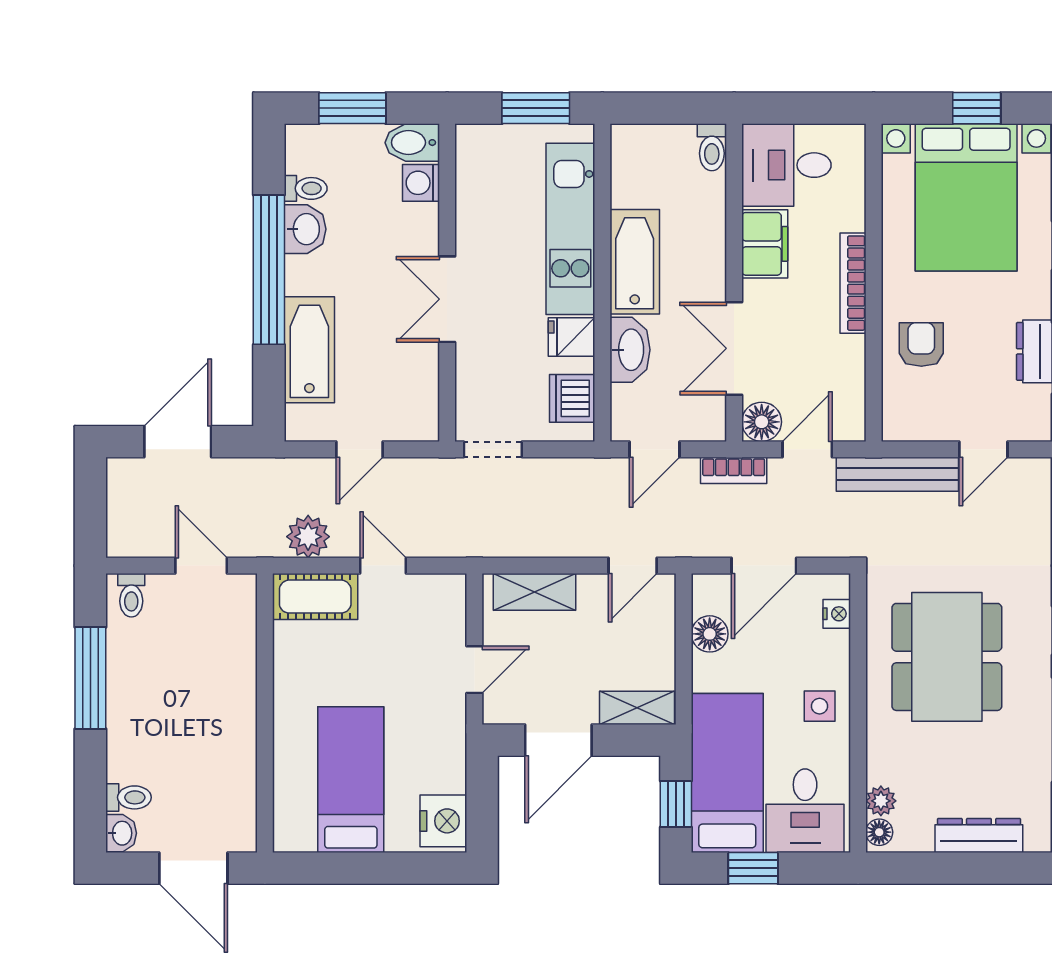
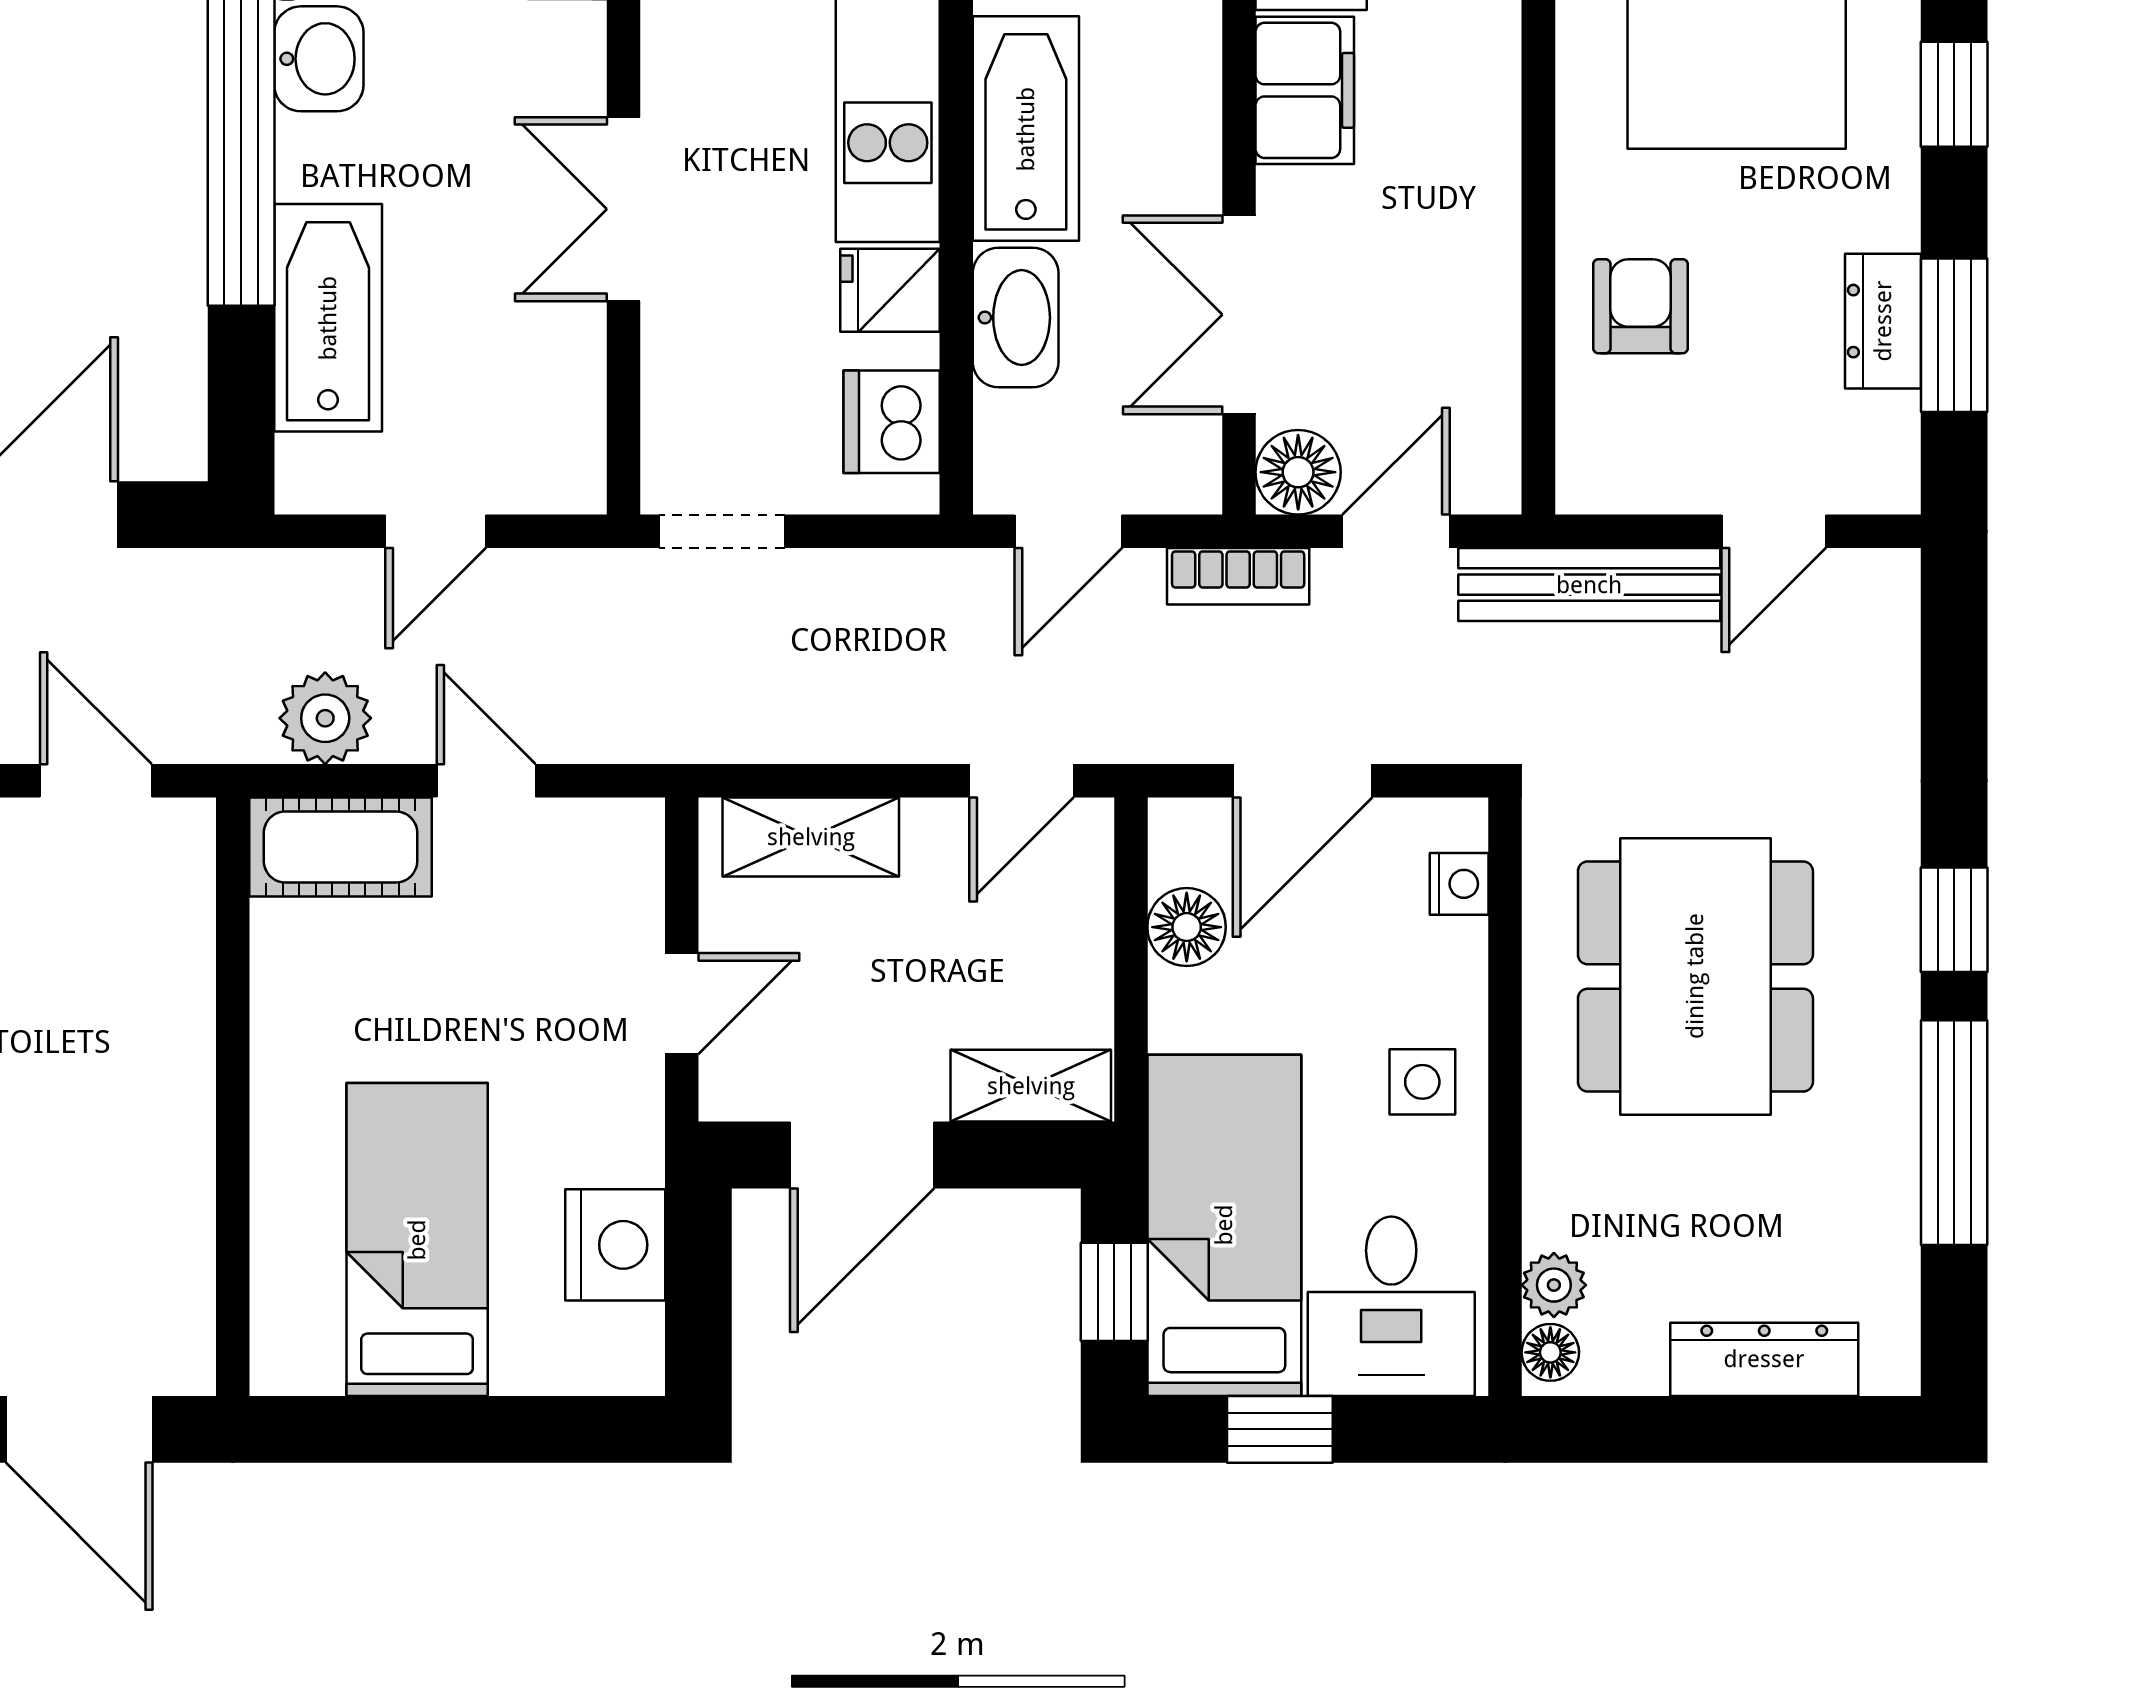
bookcase: (853, 283) -> (1494, 175), removed
nightstand: (443, 821) -> (615, 1245), moved

